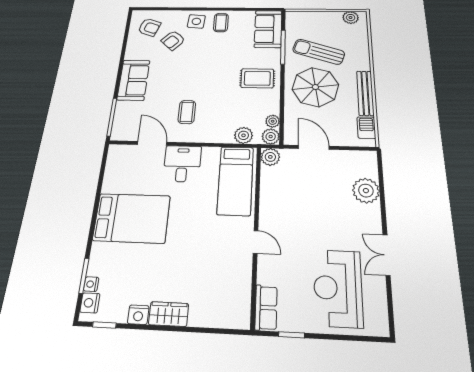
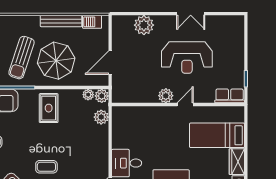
coffee table: (187, 112) -> (46, 167), moved
plant: (270, 157) -> (166, 96), moved
bed: (235, 180) -> (217, 135), moved, turned 180
reception desk: (338, 288) -> (187, 58), moved

